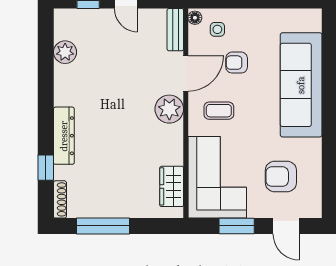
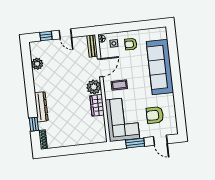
armchair: (237, 63) -> (131, 44), moved
wardrobe: (172, 186) -> (97, 105), moved
window: (103, 226) -> (67, 151), removed

